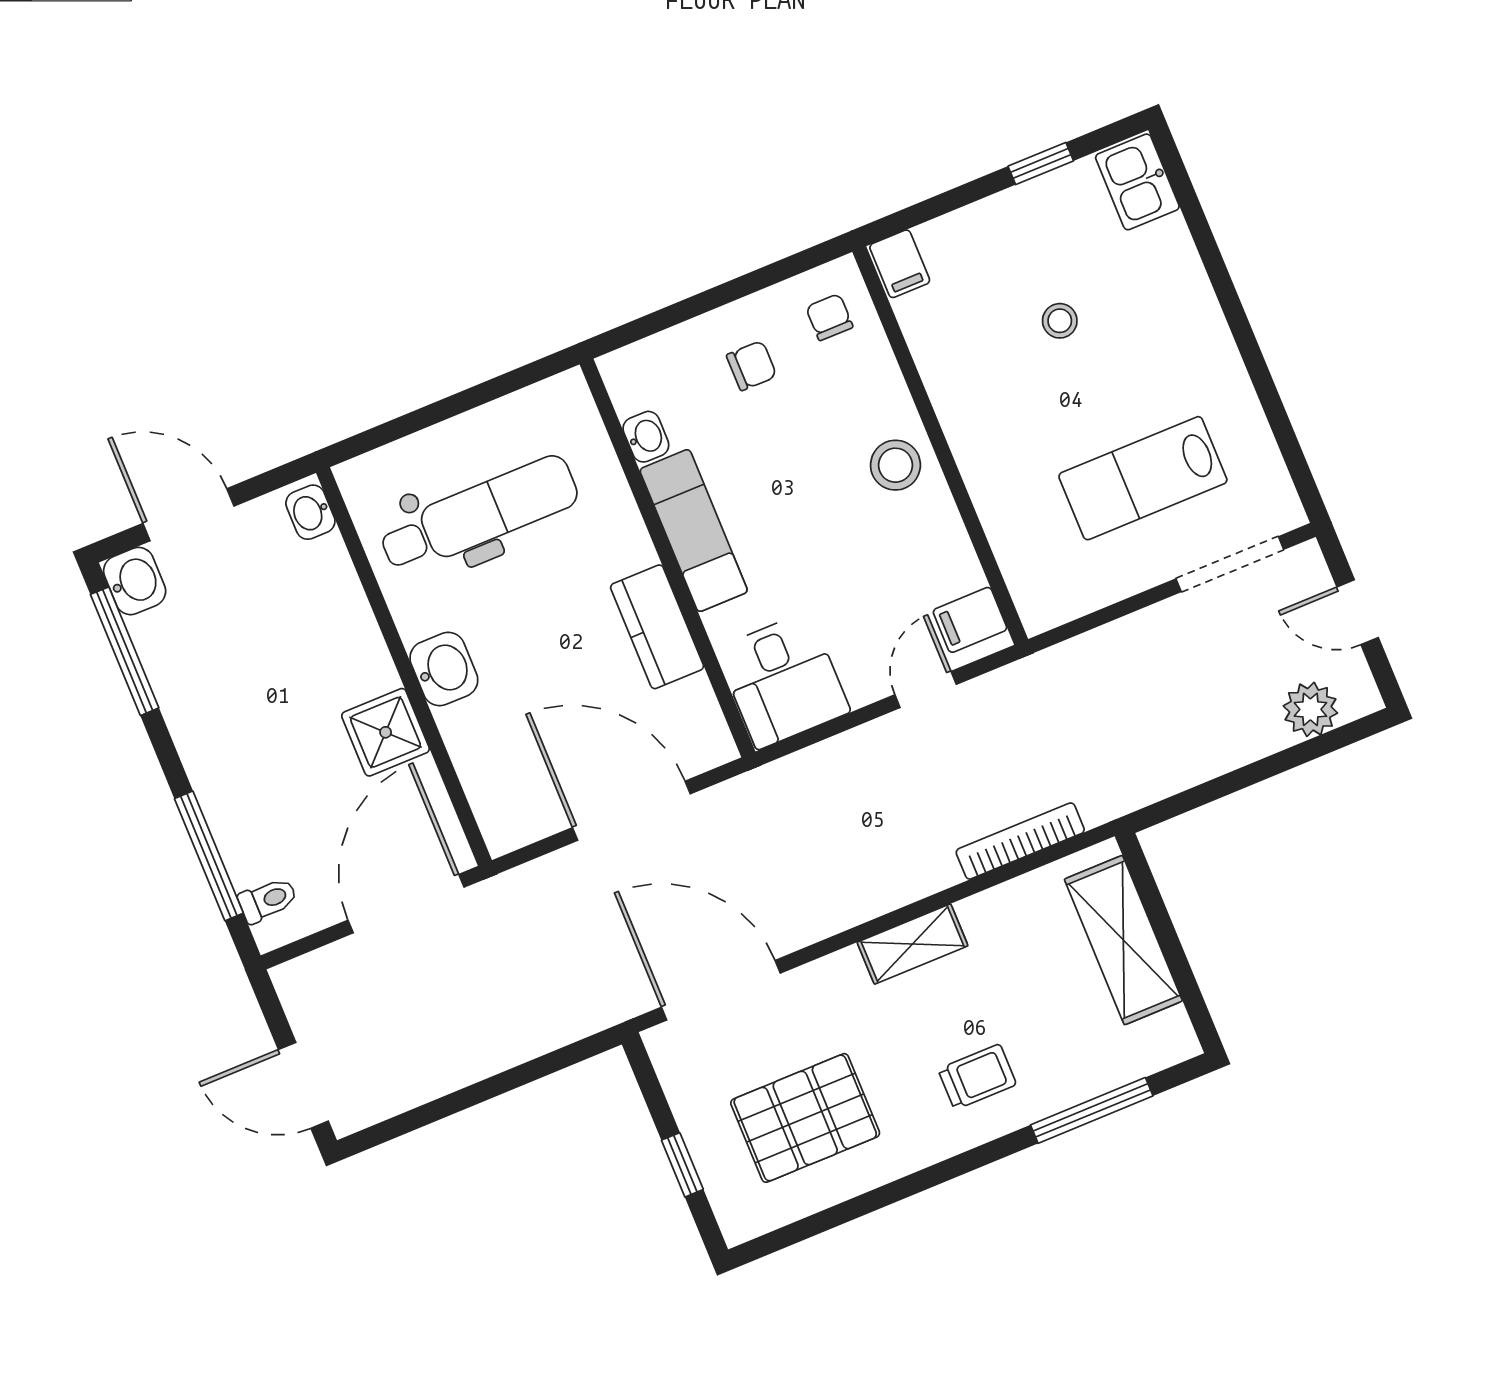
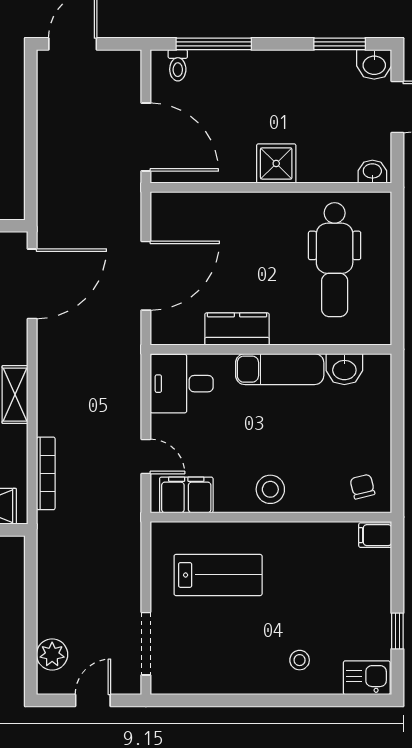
chair: (829, 317) -> (362, 487), turned -104
stool: (1060, 321) -> (300, 660), moved
chair: (752, 366) -> (354, 435), removed
washbasin: (646, 437) -> (344, 369), width x1.38, depth x1.45
lab bench: (1143, 478) -> (218, 575), moved, turned 90
filing cabinet: (970, 620) -> (186, 495), width x2.00
window: (125, 651) -> (340, 44), width x0.69
washbasin: (444, 669) -> (261, 208), removed
shower: (386, 732) -> (276, 163), moved

